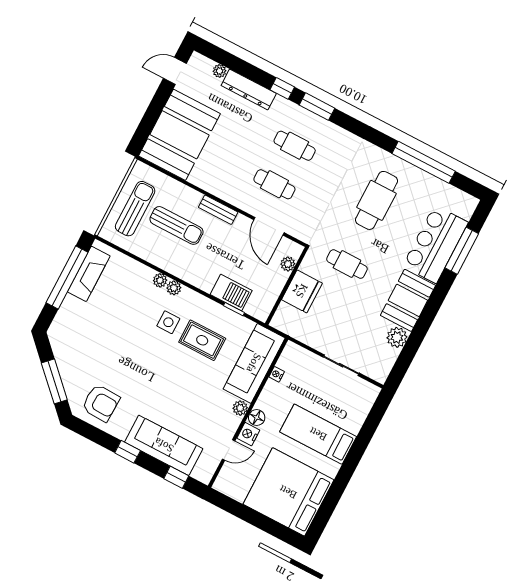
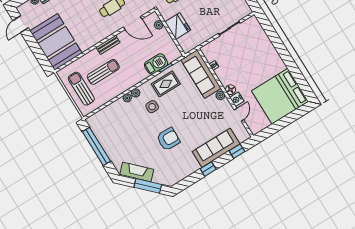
fireplace: (89, 274) -> (137, 172), moved, turned -45
rug: (202, 340) -> (166, 84), moved
armchair: (101, 403) -> (168, 139), moved
bed: (318, 434) -> (259, 62), removed

